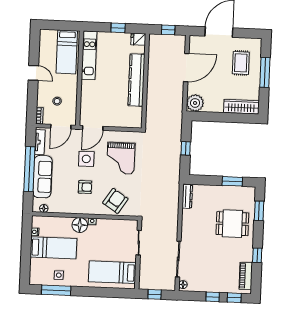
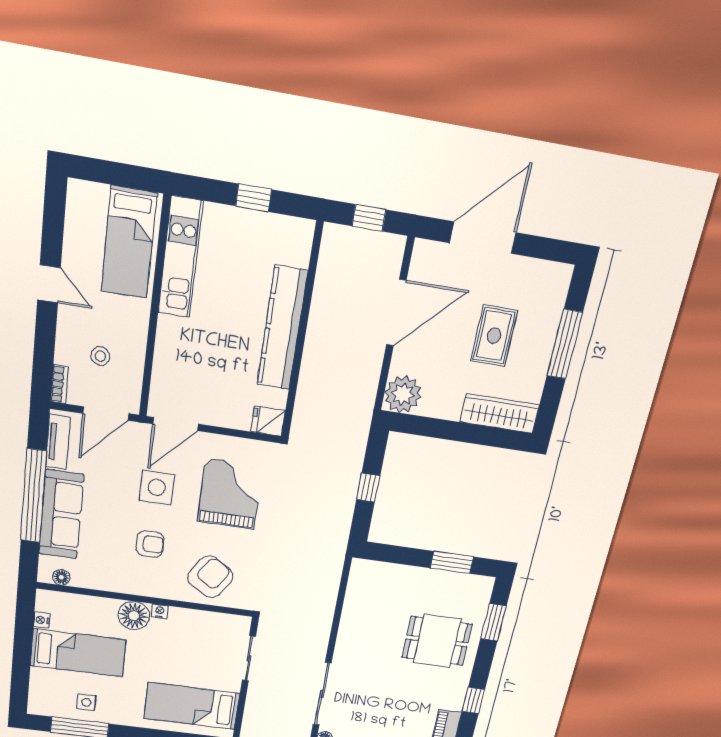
fridge: (138, 39) -> (268, 421), moved
rug: (241, 63) -> (494, 336), moved
grand piano: (121, 158) -> (230, 494), turned 180
dresser: (187, 196) -> (357, 582), removed

